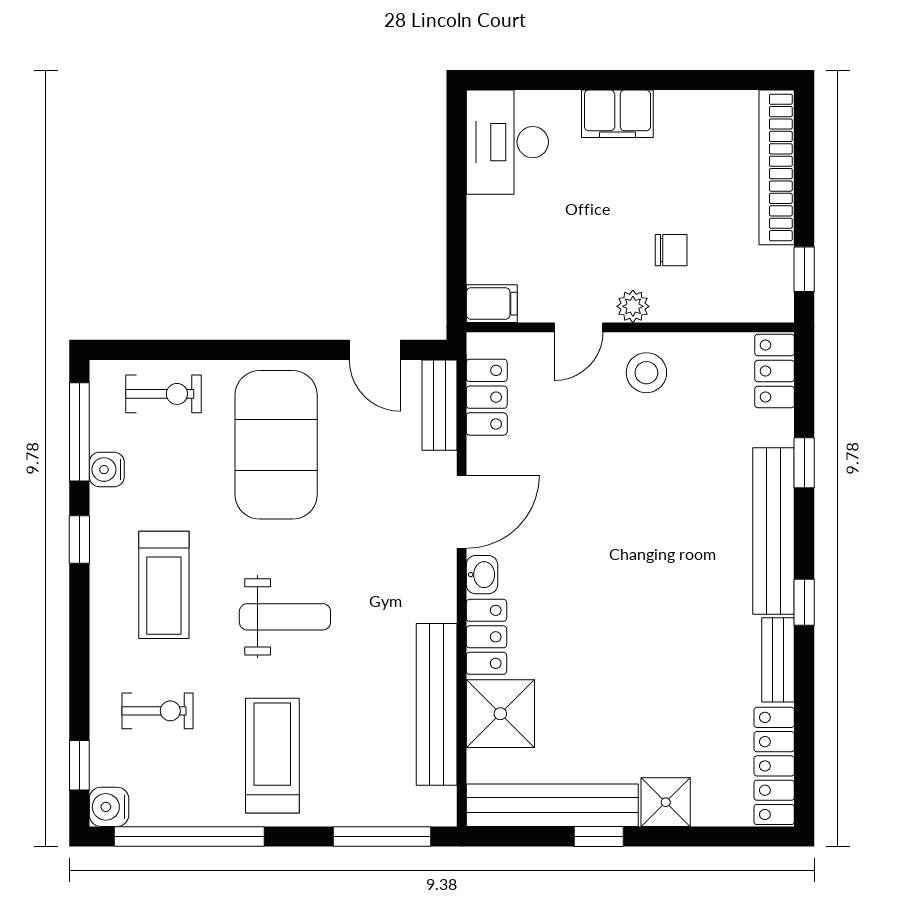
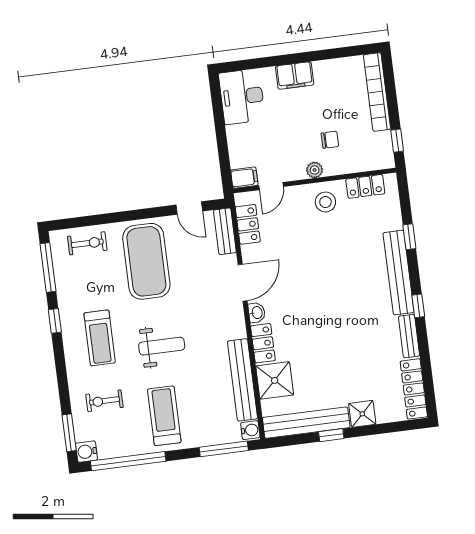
door: (579, 327) -> (271, 186), moved
locker: (775, 371) -> (365, 186), moved, turned -90
water cooler: (107, 470) -> (250, 430), moved, turned 180
exercise bike: (158, 711) -> (104, 401), turned 180
window: (79, 765) -> (69, 433), width x1.50

